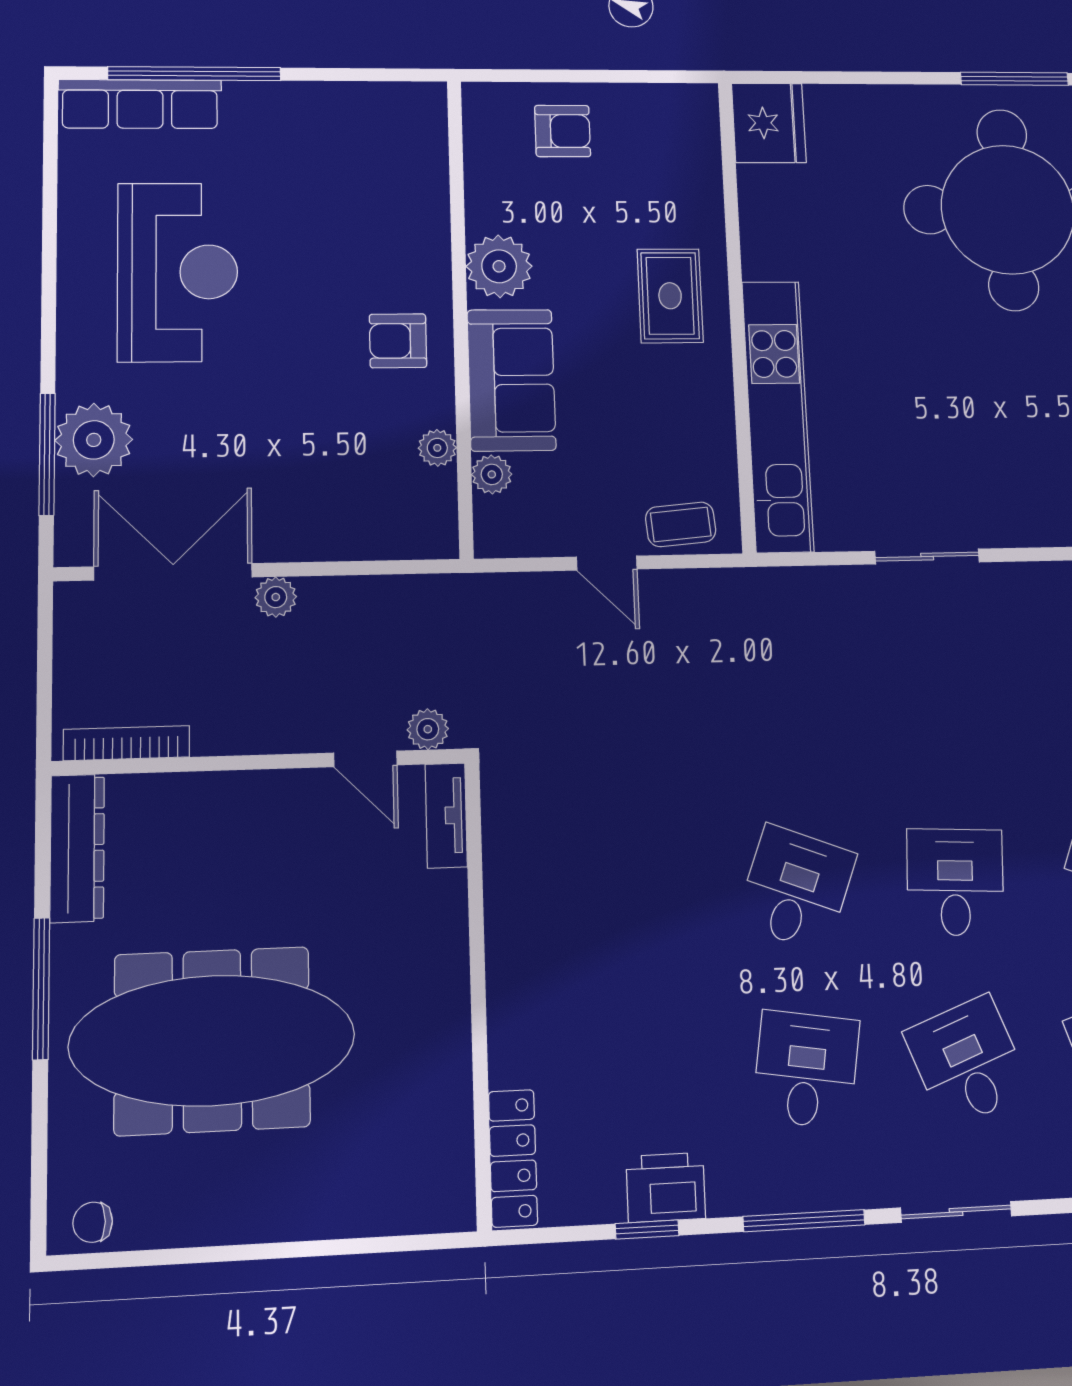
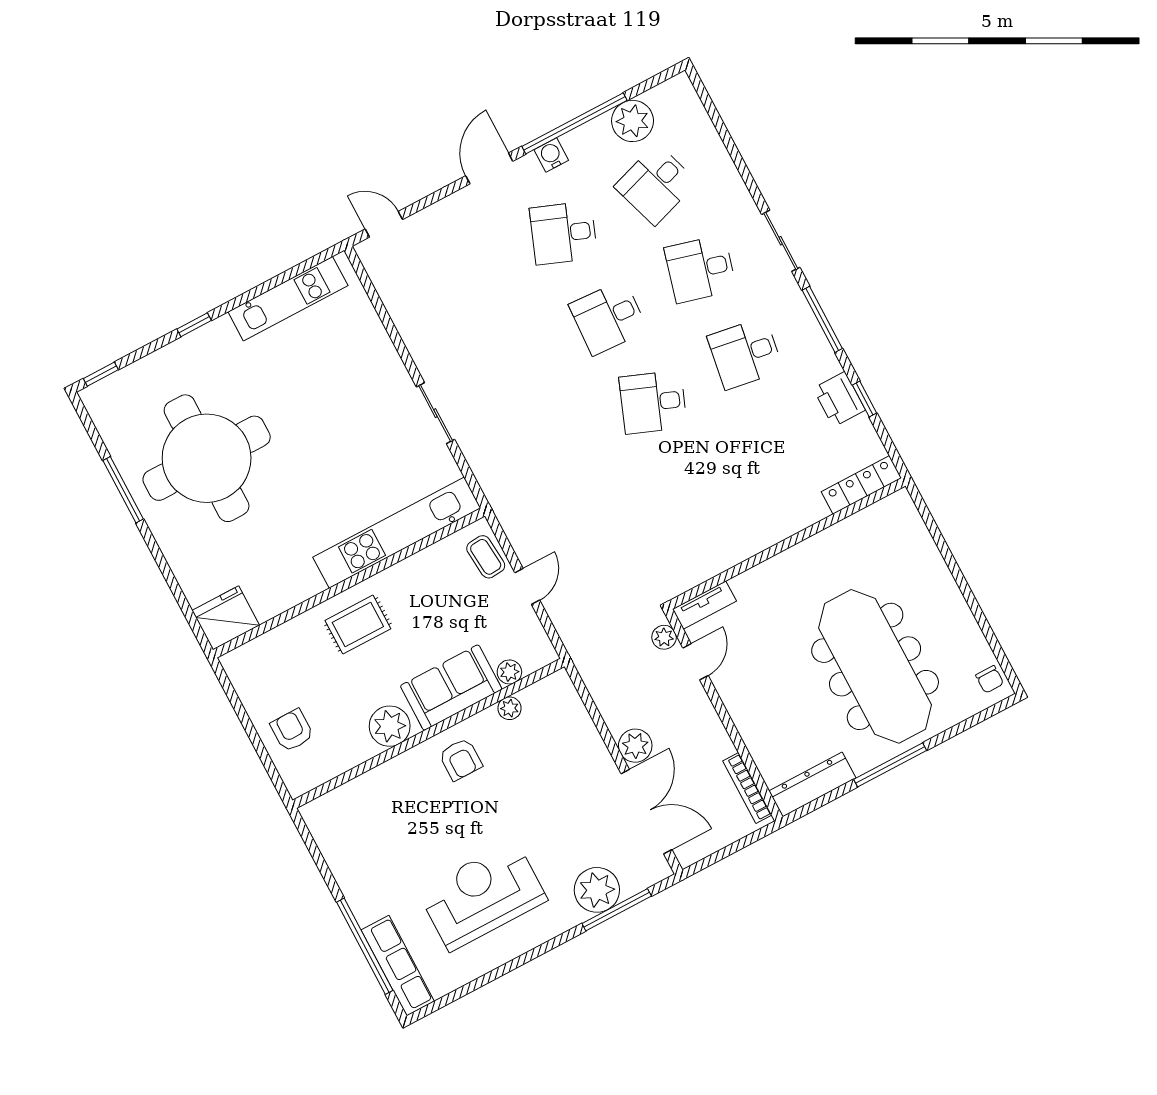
double door: (173, 572) -> (647, 812), swing flipped
plant: (276, 597) -> (635, 746), width x1.38, depth x1.38
desk: (968, 1062) -> (700, 269), turned 36

